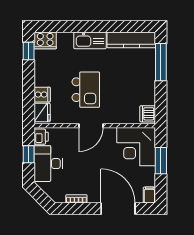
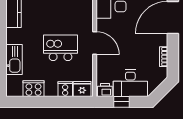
cooker: (45, 40) -> (33, 89), moved, turned -90
kitchen sink: (90, 40) -> (14, 60), moved
window: (29, 51) -> (24, 102), removed

